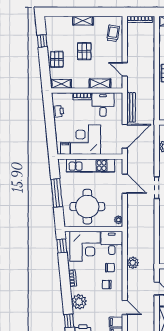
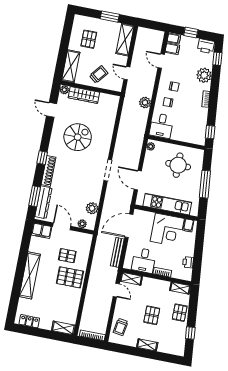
shelving: (100, 84) -> (131, 279), moved
round table: (87, 207) -> (178, 165), width x0.73, depth x0.73
corner desk: (85, 246) -> (188, 127), removed

